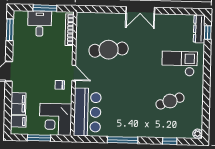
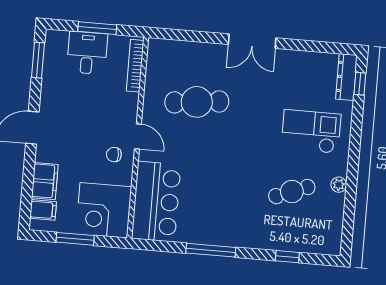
plant: (198, 134) -> (339, 185), moved

